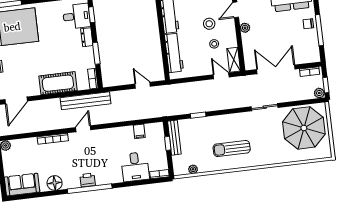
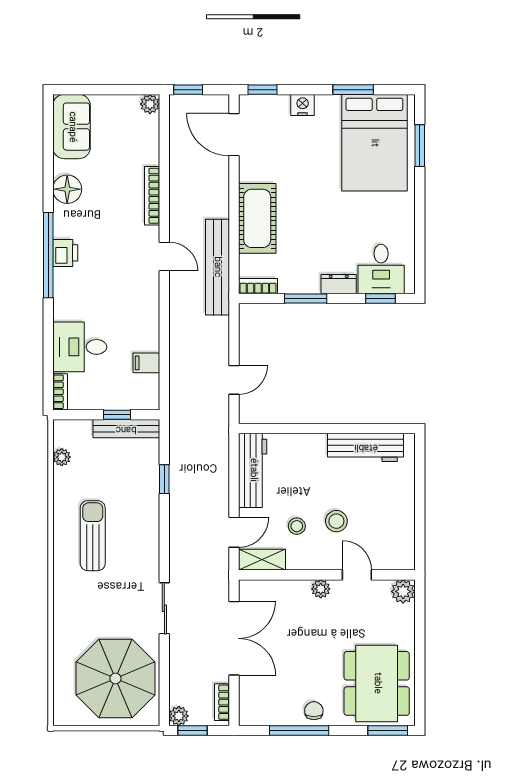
workbench: (174, 53) -> (253, 470), moved, turned -90

